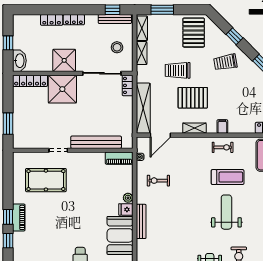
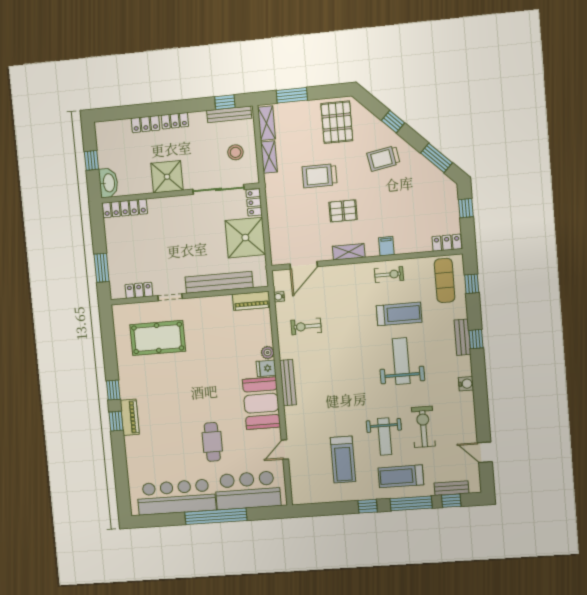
shower: (62, 89) -> (245, 238), moved
pallet: (193, 98) -> (343, 211), width x0.67, depth x0.71
shelving: (143, 108) -> (278, 231), removed
locker: (35, 143) -> (139, 290), added
piano: (19, 217) -> (130, 417), moved

